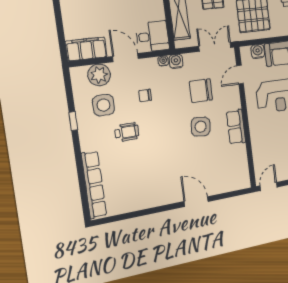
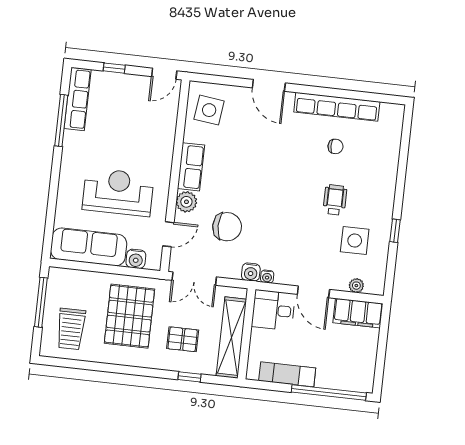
plant: (99, 75) -> (356, 286), width x0.53, depth x0.53
chair: (145, 96) -> (335, 146), moved
plant: (233, 101) -> (186, 202), added
side table: (201, 127) -> (209, 110), moved
wheelchair: (127, 132) -> (335, 200), turned 90
row of seats: (94, 185) -> (337, 107), moved, turned -90

